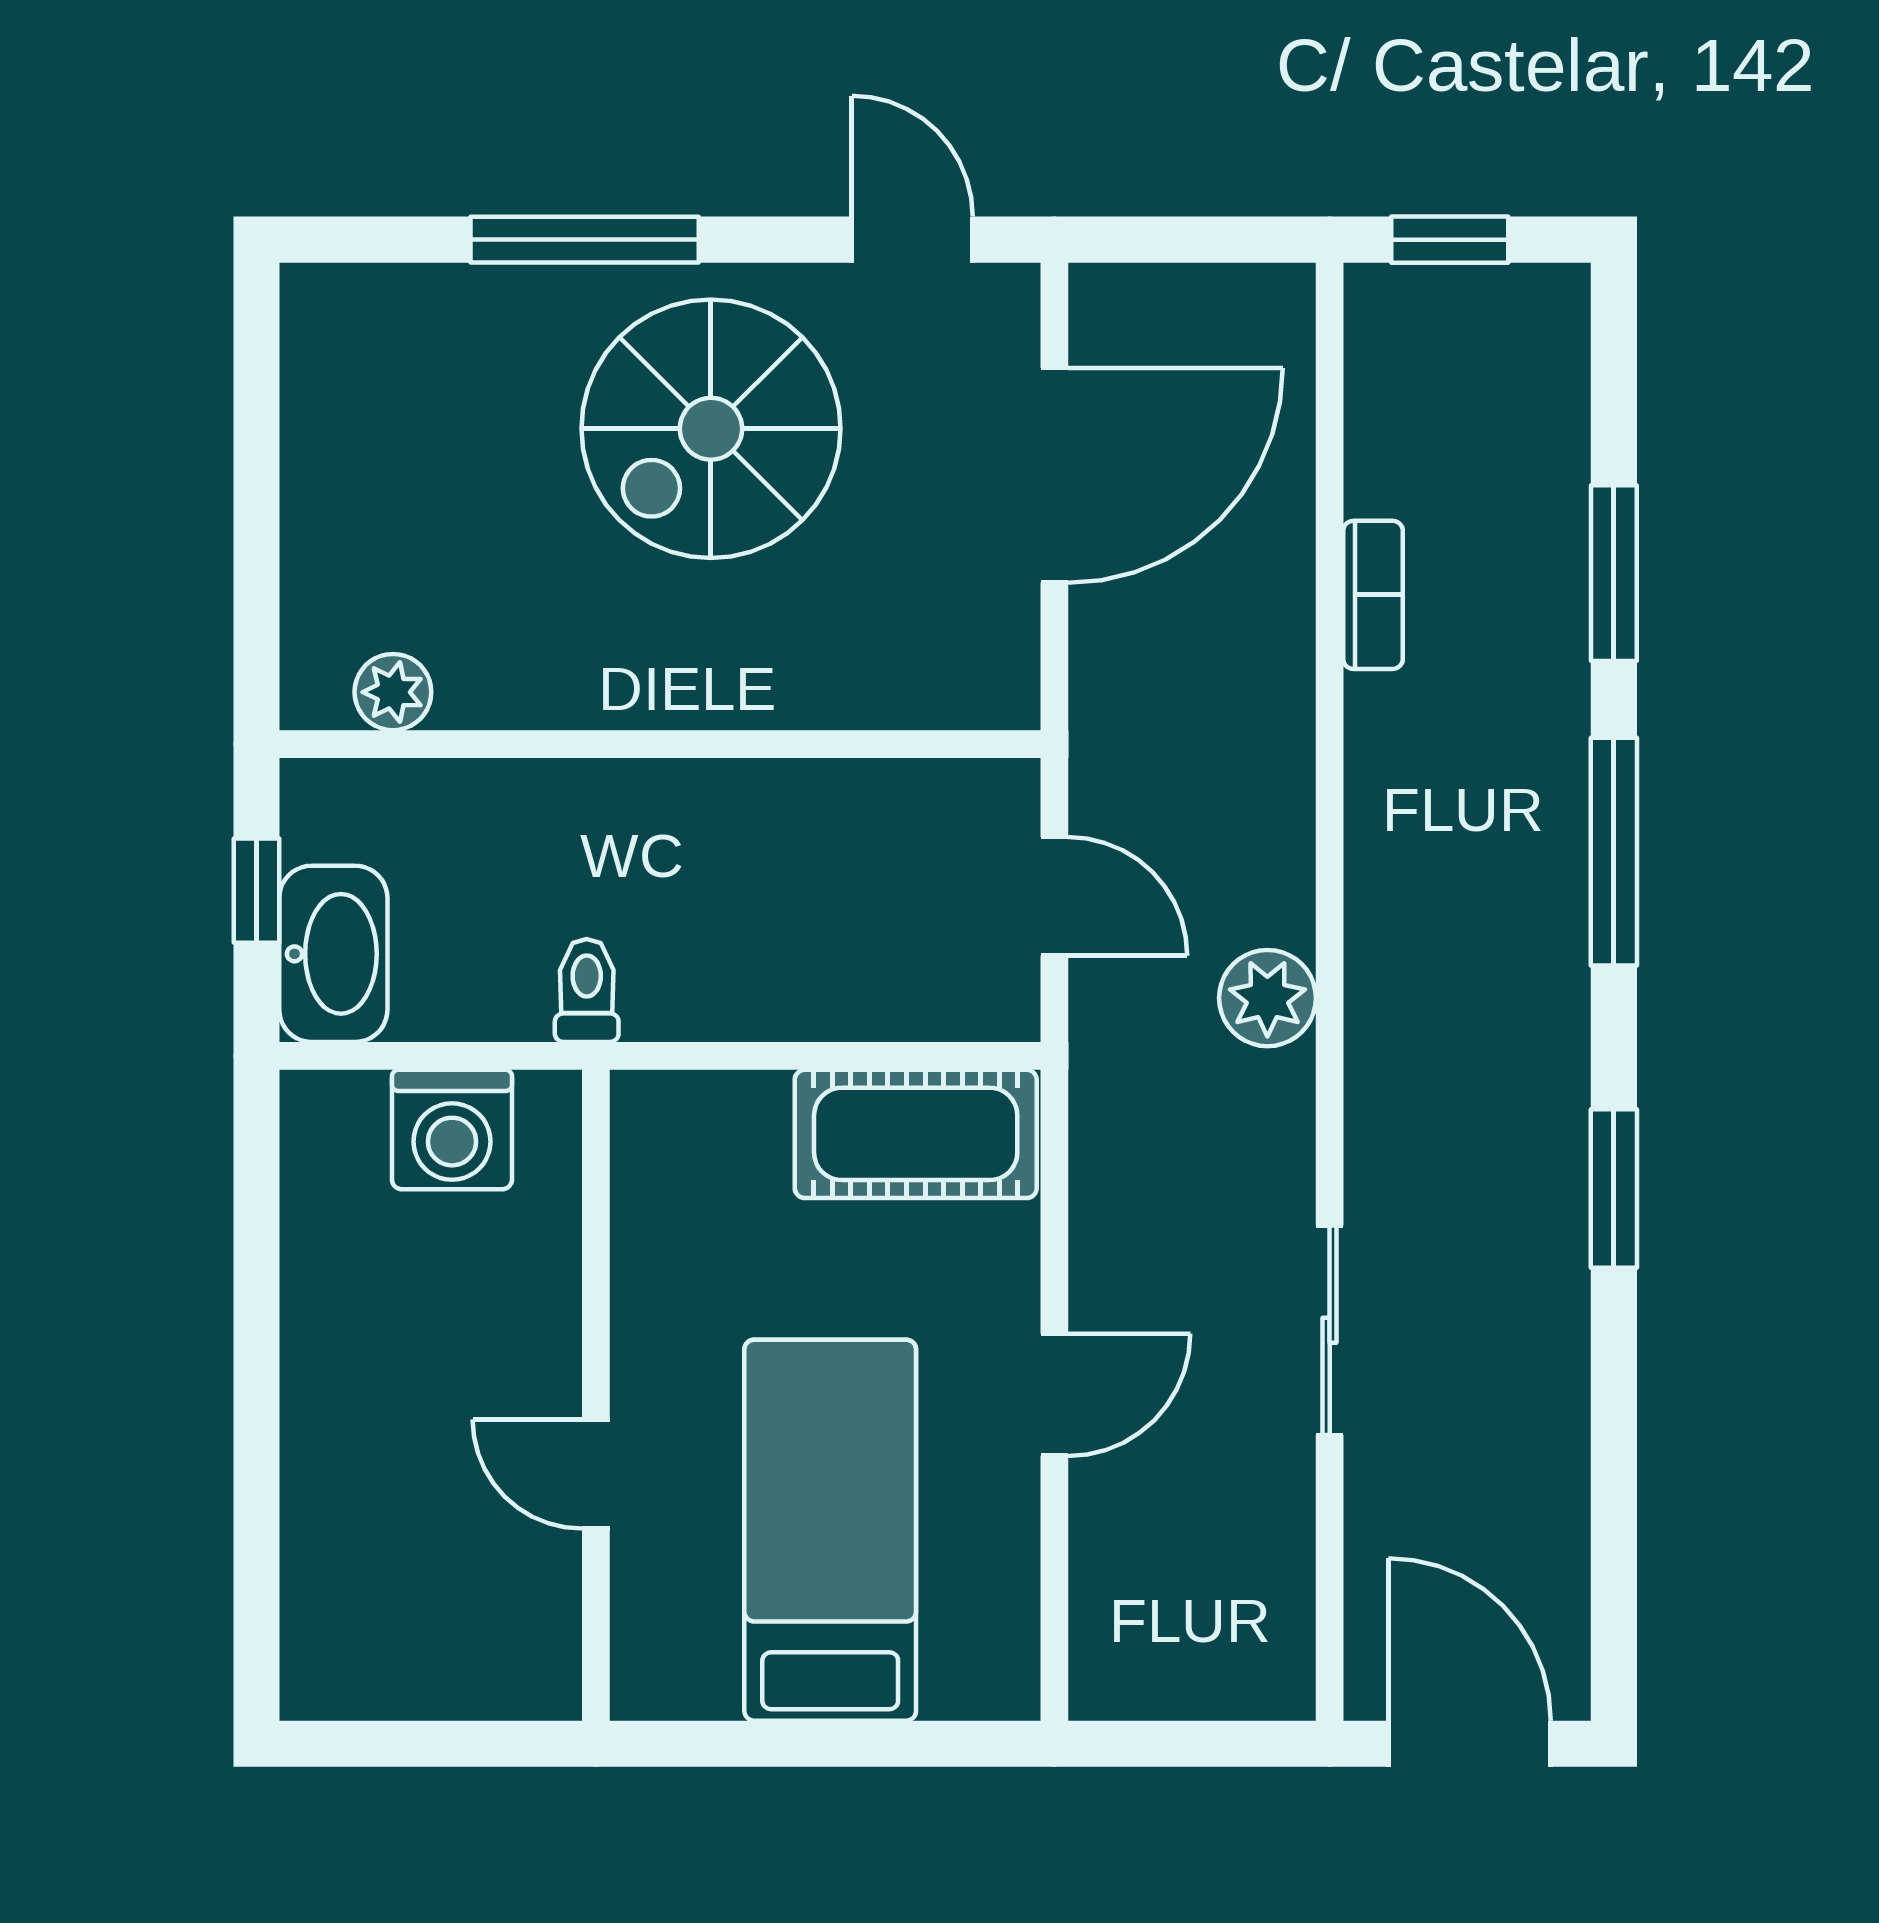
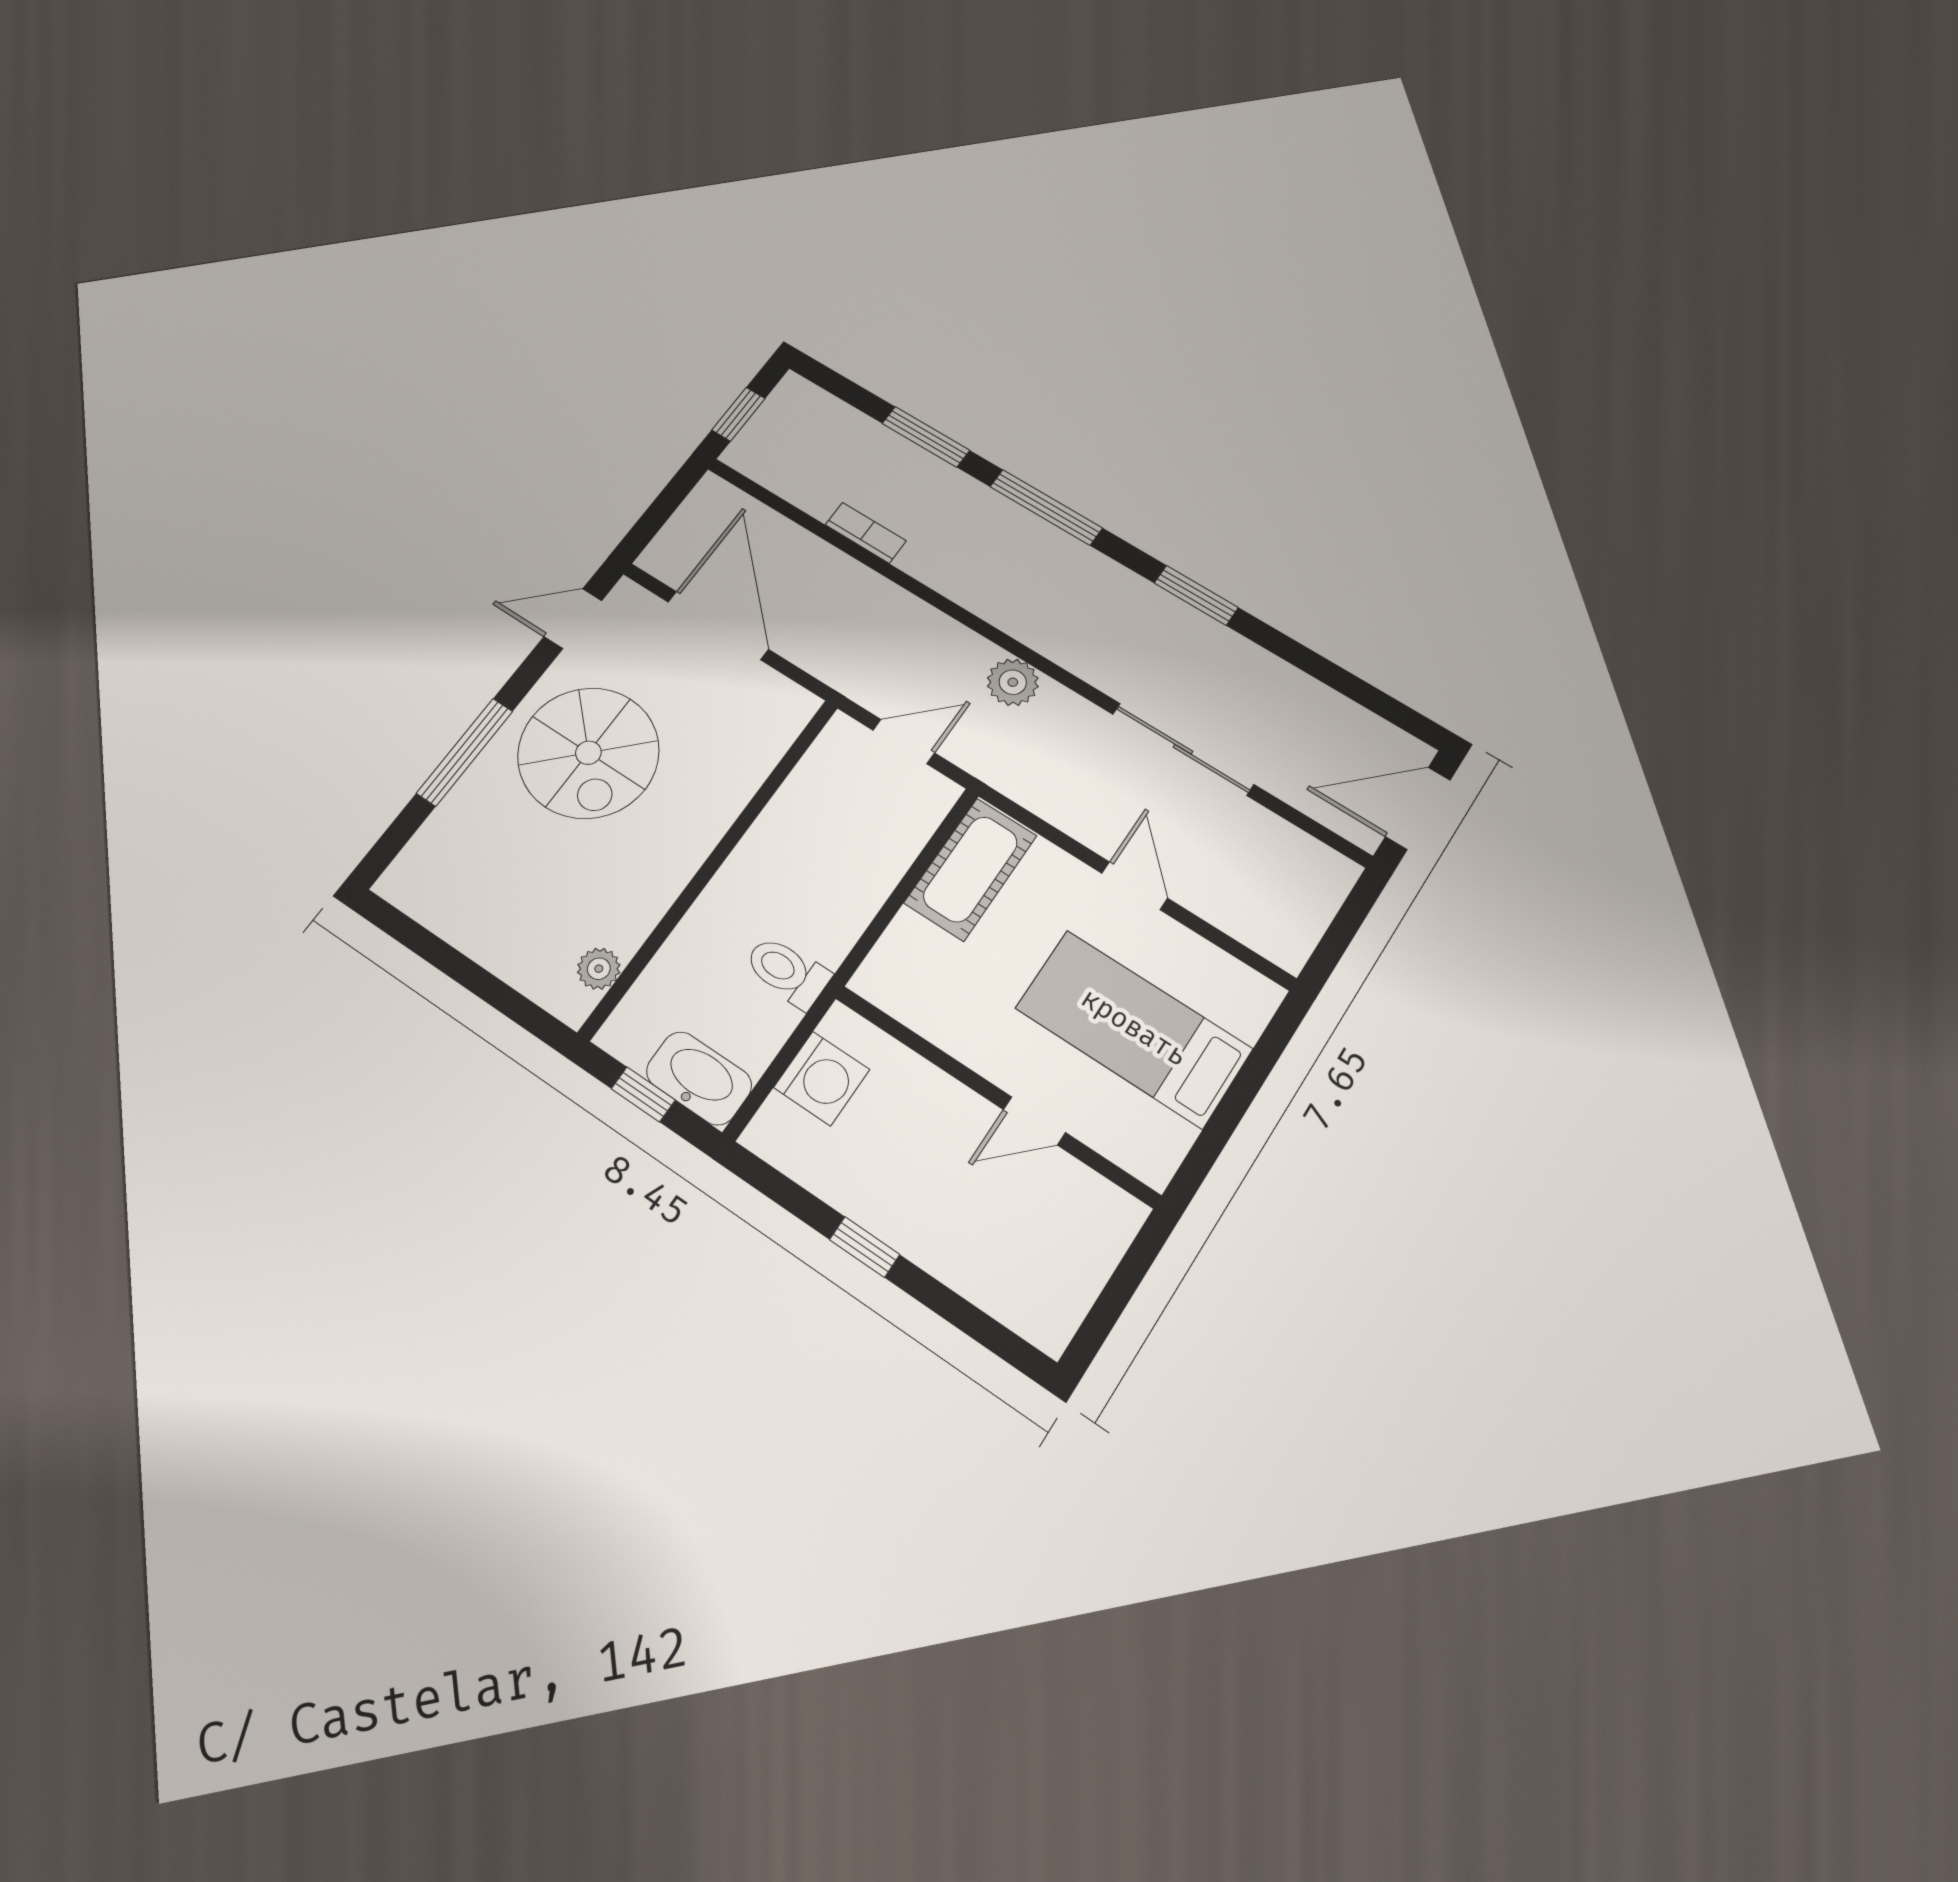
toilet: (587, 990) -> (787, 972), width x1.37, depth x1.39
sliding door: (1330, 1330) -> (1183, 749), width x1.37
window: (256, 1353) -> (865, 1247), added

